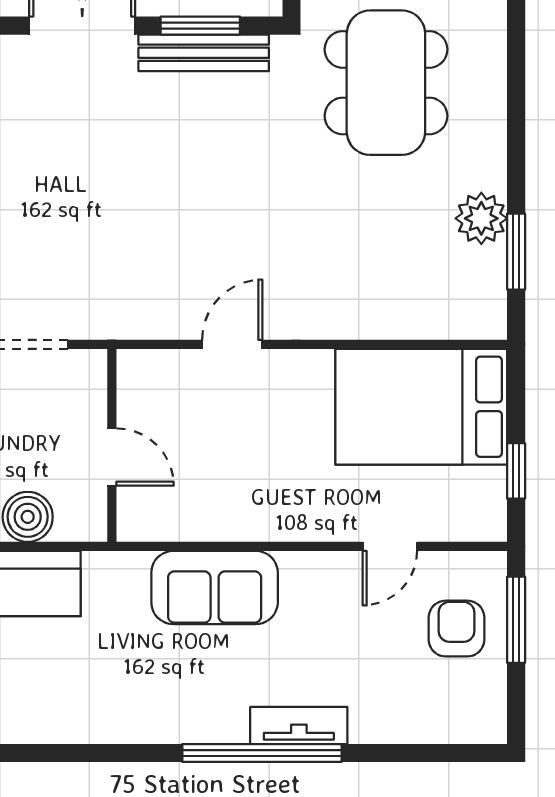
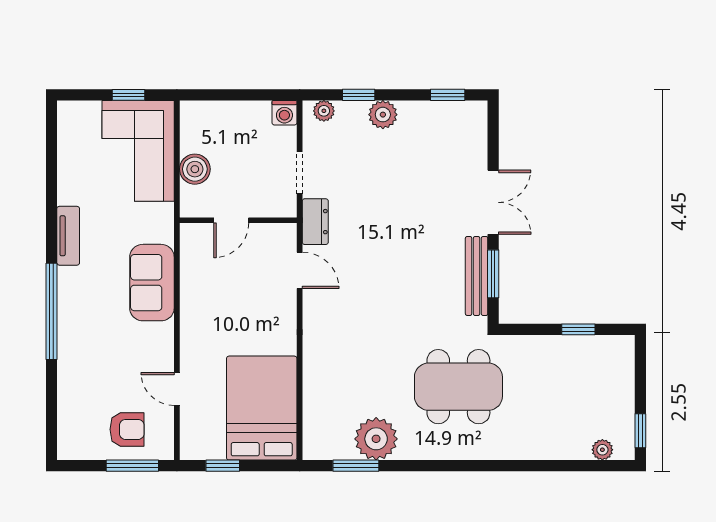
plant: (481, 218) -> (376, 439), width x1.36, depth x1.36
dresser: (114, 319) -> (315, 222), added
door: (232, 344) -> (300, 270), moved
tv unit: (299, 725) -> (68, 236), moved

